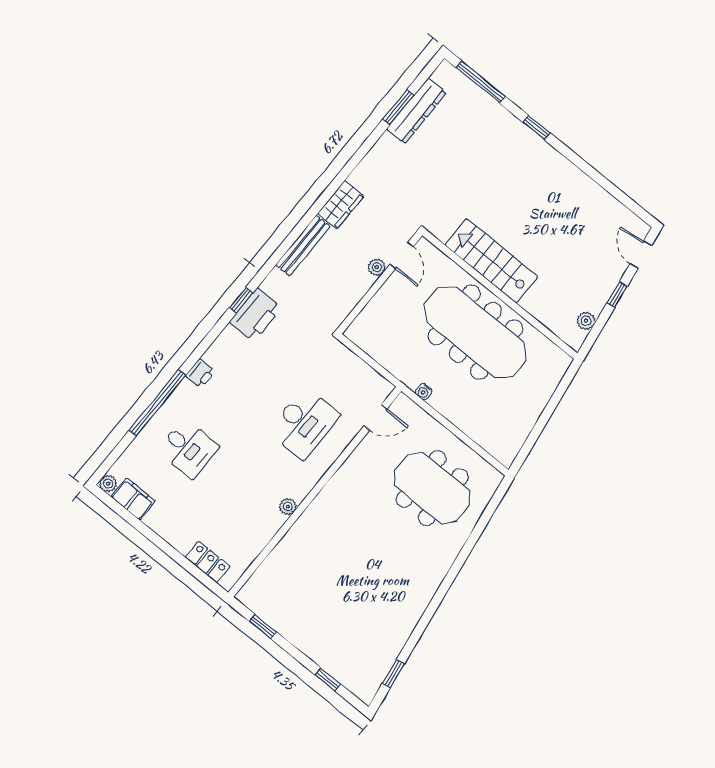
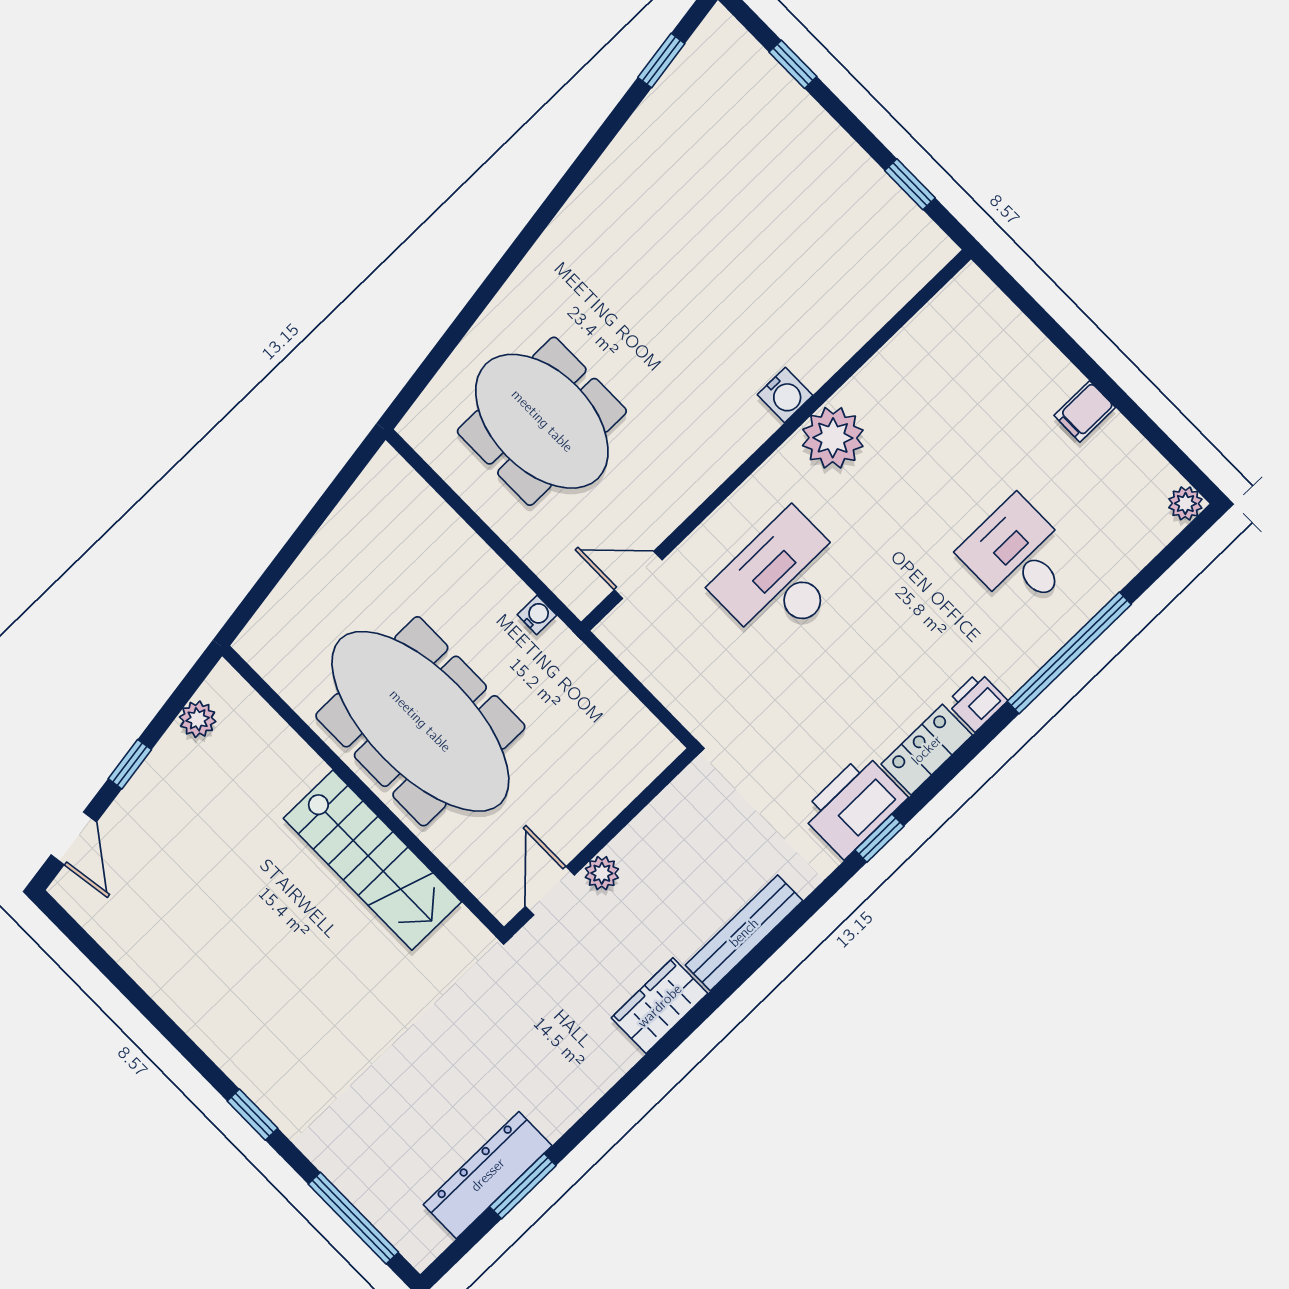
filing cabinet: (133, 499) -> (1085, 411), moved, width x0.50
plant: (288, 507) -> (833, 438), width x1.87, depth x1.87
water cooler: (313, 515) -> (785, 395), added
locker: (208, 562) -> (927, 750), moved, turned 90

